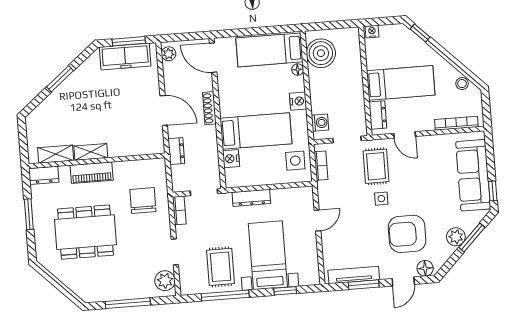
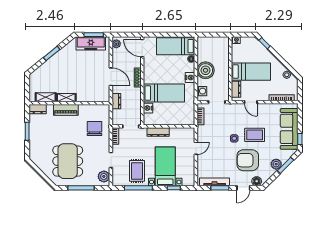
boiler: (321, 53) -> (206, 70), moved
side table: (295, 161) -> (186, 112), removed
rug: (376, 166) -> (255, 135), moved, turned 90
dining table: (86, 232) -> (68, 161), moved, turned 90

